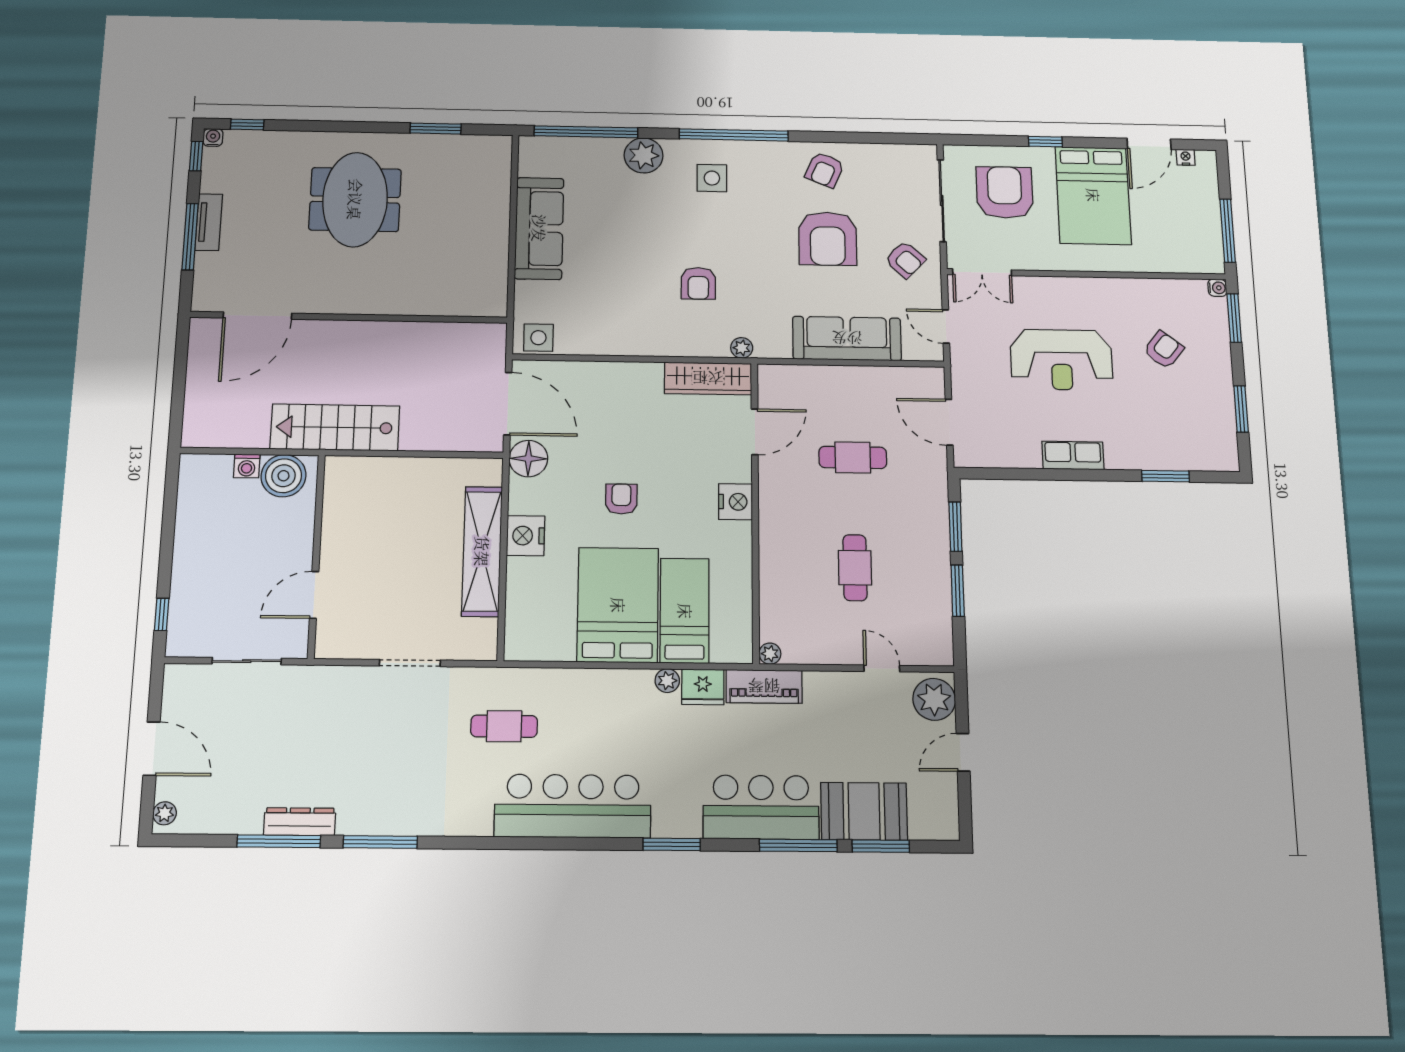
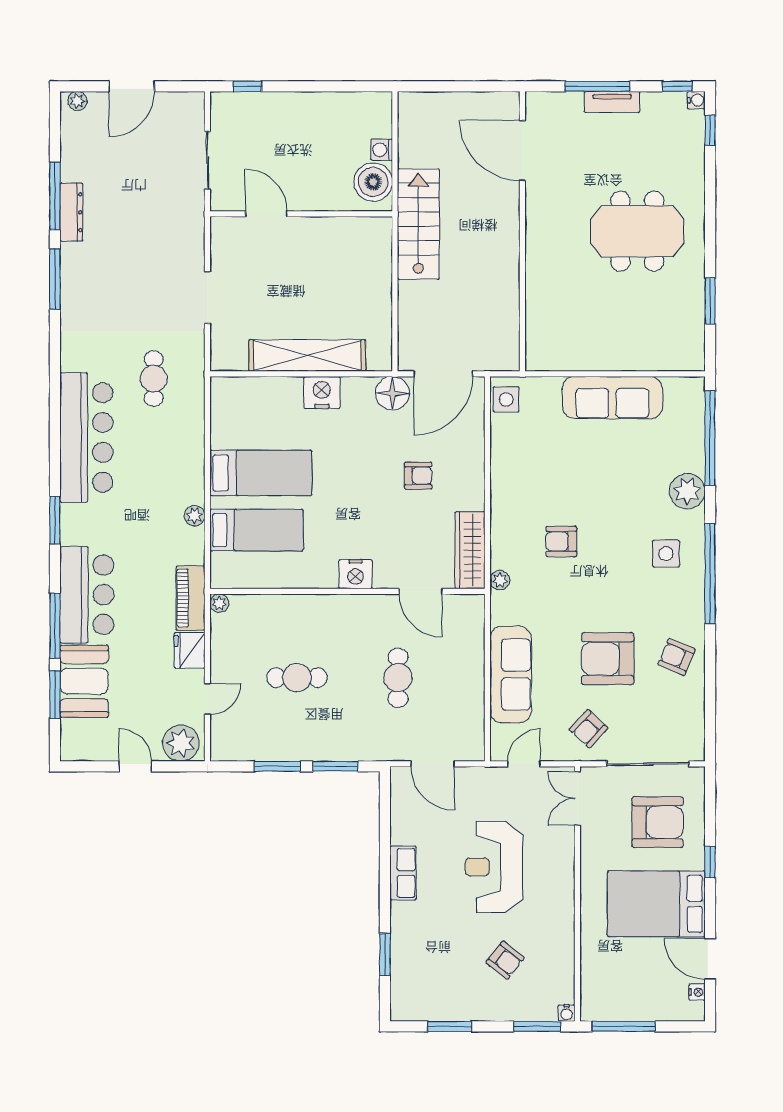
door: (949, 422) -> (432, 764), swing flipped
armchair: (621, 499) -> (418, 476), moved
bed: (618, 605) -> (261, 473), width x0.67
fridge: (703, 687) -> (190, 650), moved

